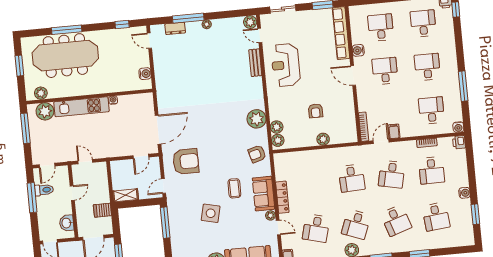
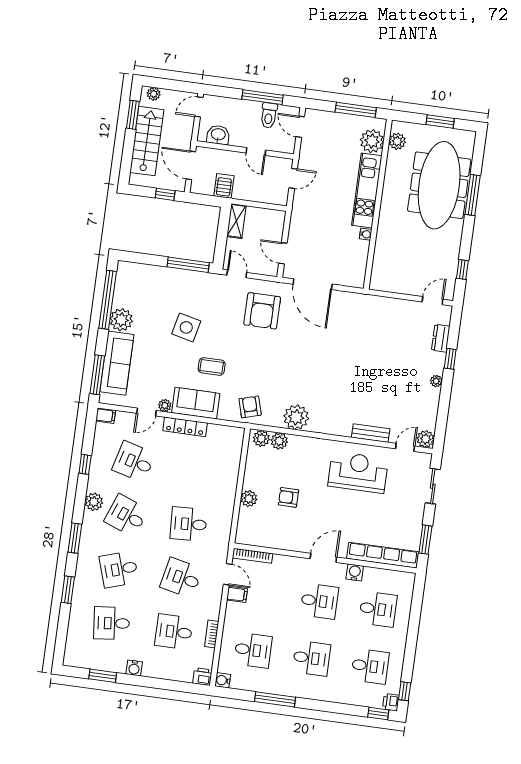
window: (188, 18) -> (450, 359), width x0.46
water cooler: (145, 74) -> (390, 284), removed

